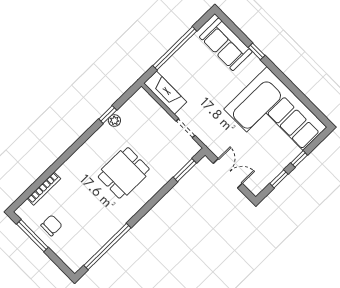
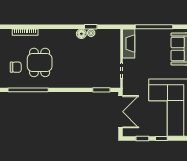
floor lamp: (105, 132) -> (81, 34), added
dining table: (124, 173) -> (40, 62), moved, turned 90
double door: (228, 173) -> (120, 112), width x1.37
chair: (51, 225) -> (16, 67), moved

